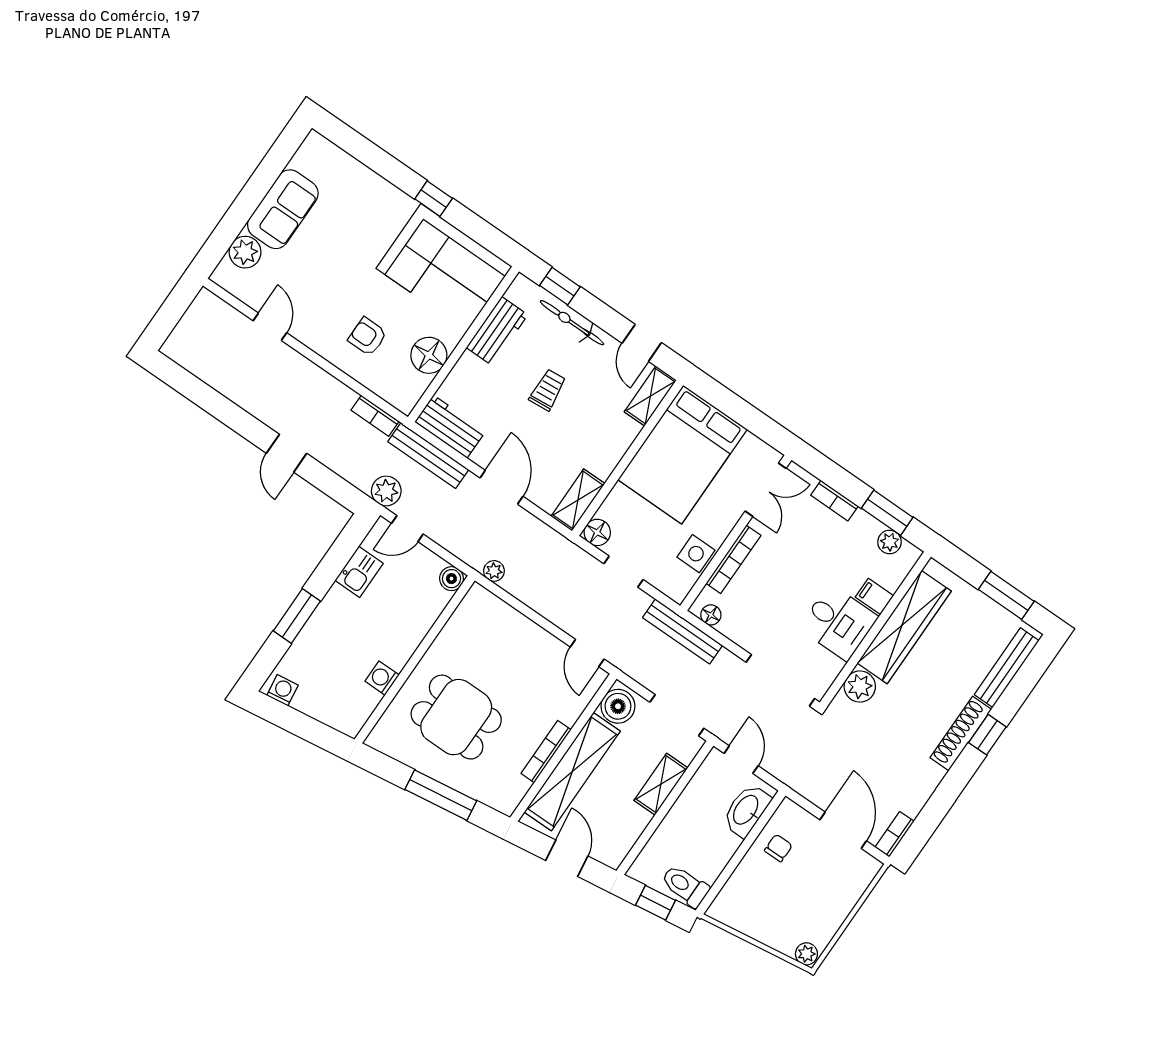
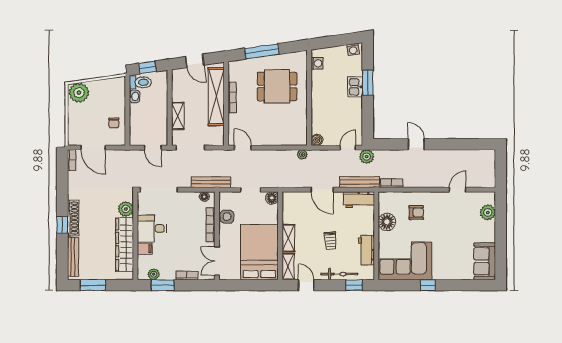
sofa: (283, 209) -> (485, 261), moved
door: (270, 327) -> (458, 190), swing flipped
shelving: (578, 500) -> (288, 238), moved
kitchen sink: (359, 572) -> (355, 87), moved
washing machine: (382, 678) -> (317, 63), moved
boiler: (618, 706) -> (216, 135), removed
washbasin: (746, 810) -> (135, 96), moved, width x0.52, depth x0.69
plant: (806, 954) -> (79, 93), width x1.88, depth x1.88

